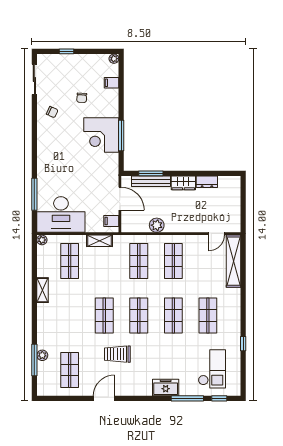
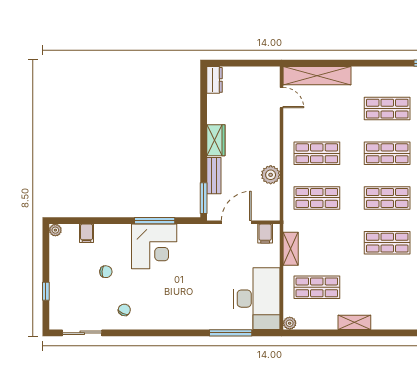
window: (151, 173) -> (204, 198), moved
bench: (151, 181) -> (214, 176), width x0.73
dresser: (207, 182) -> (214, 80), moved

